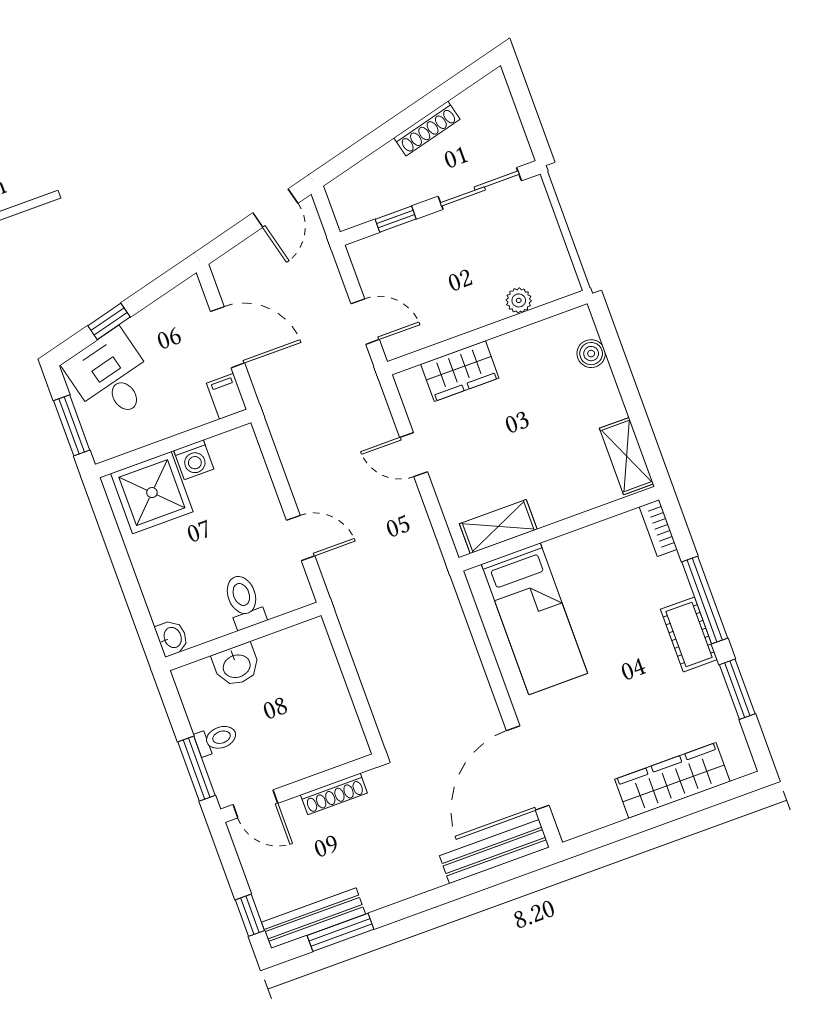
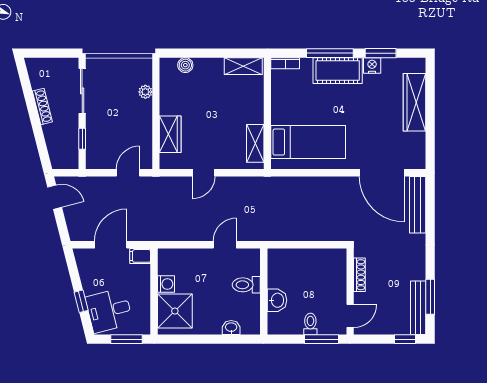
cot: (689, 634) -> (338, 71), width x1.37, depth x1.34
washbasin: (172, 638) -> (231, 328), moved
nightstand: (710, 682) -> (372, 65), added

